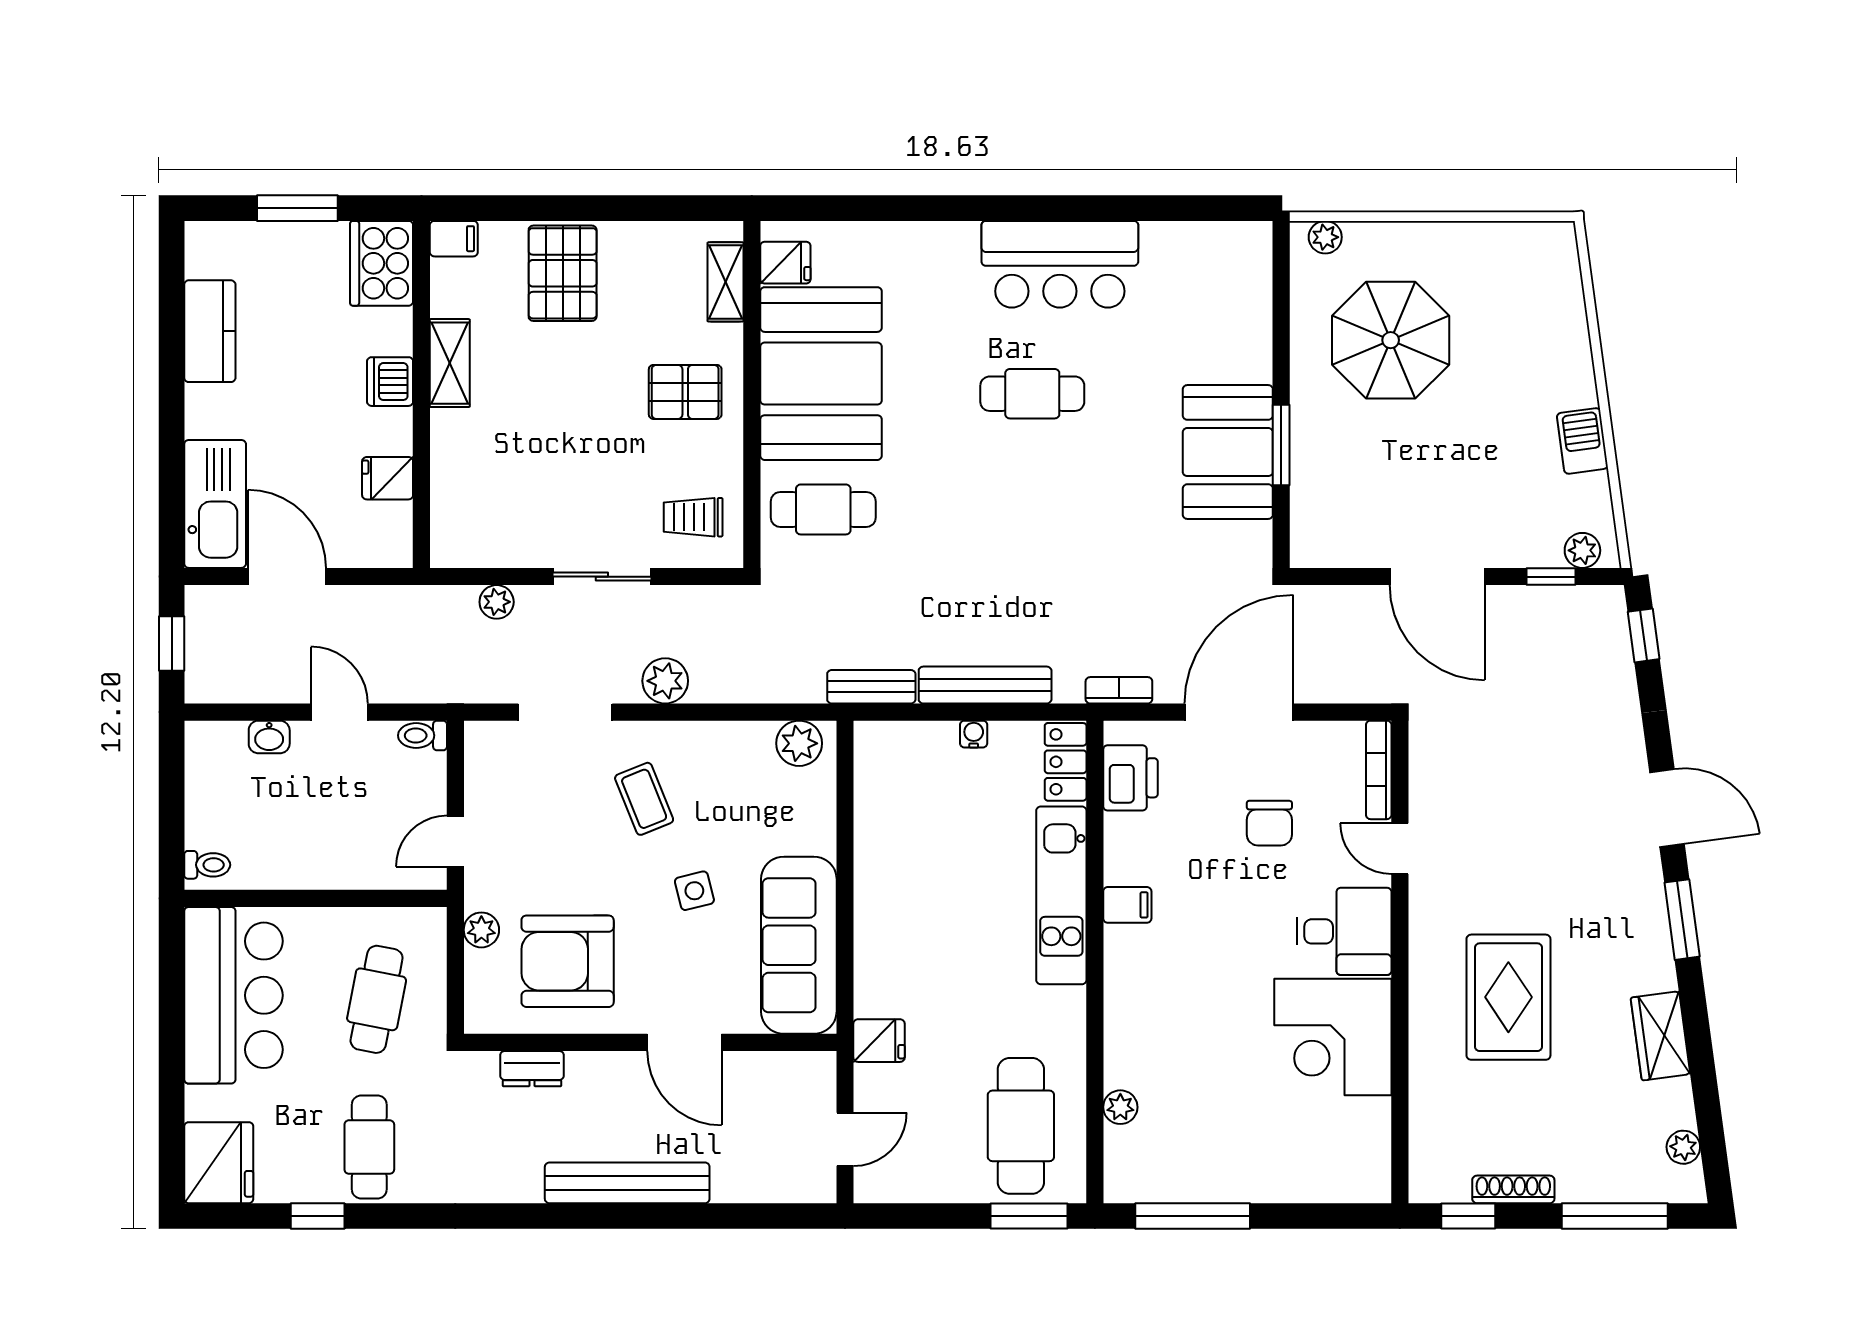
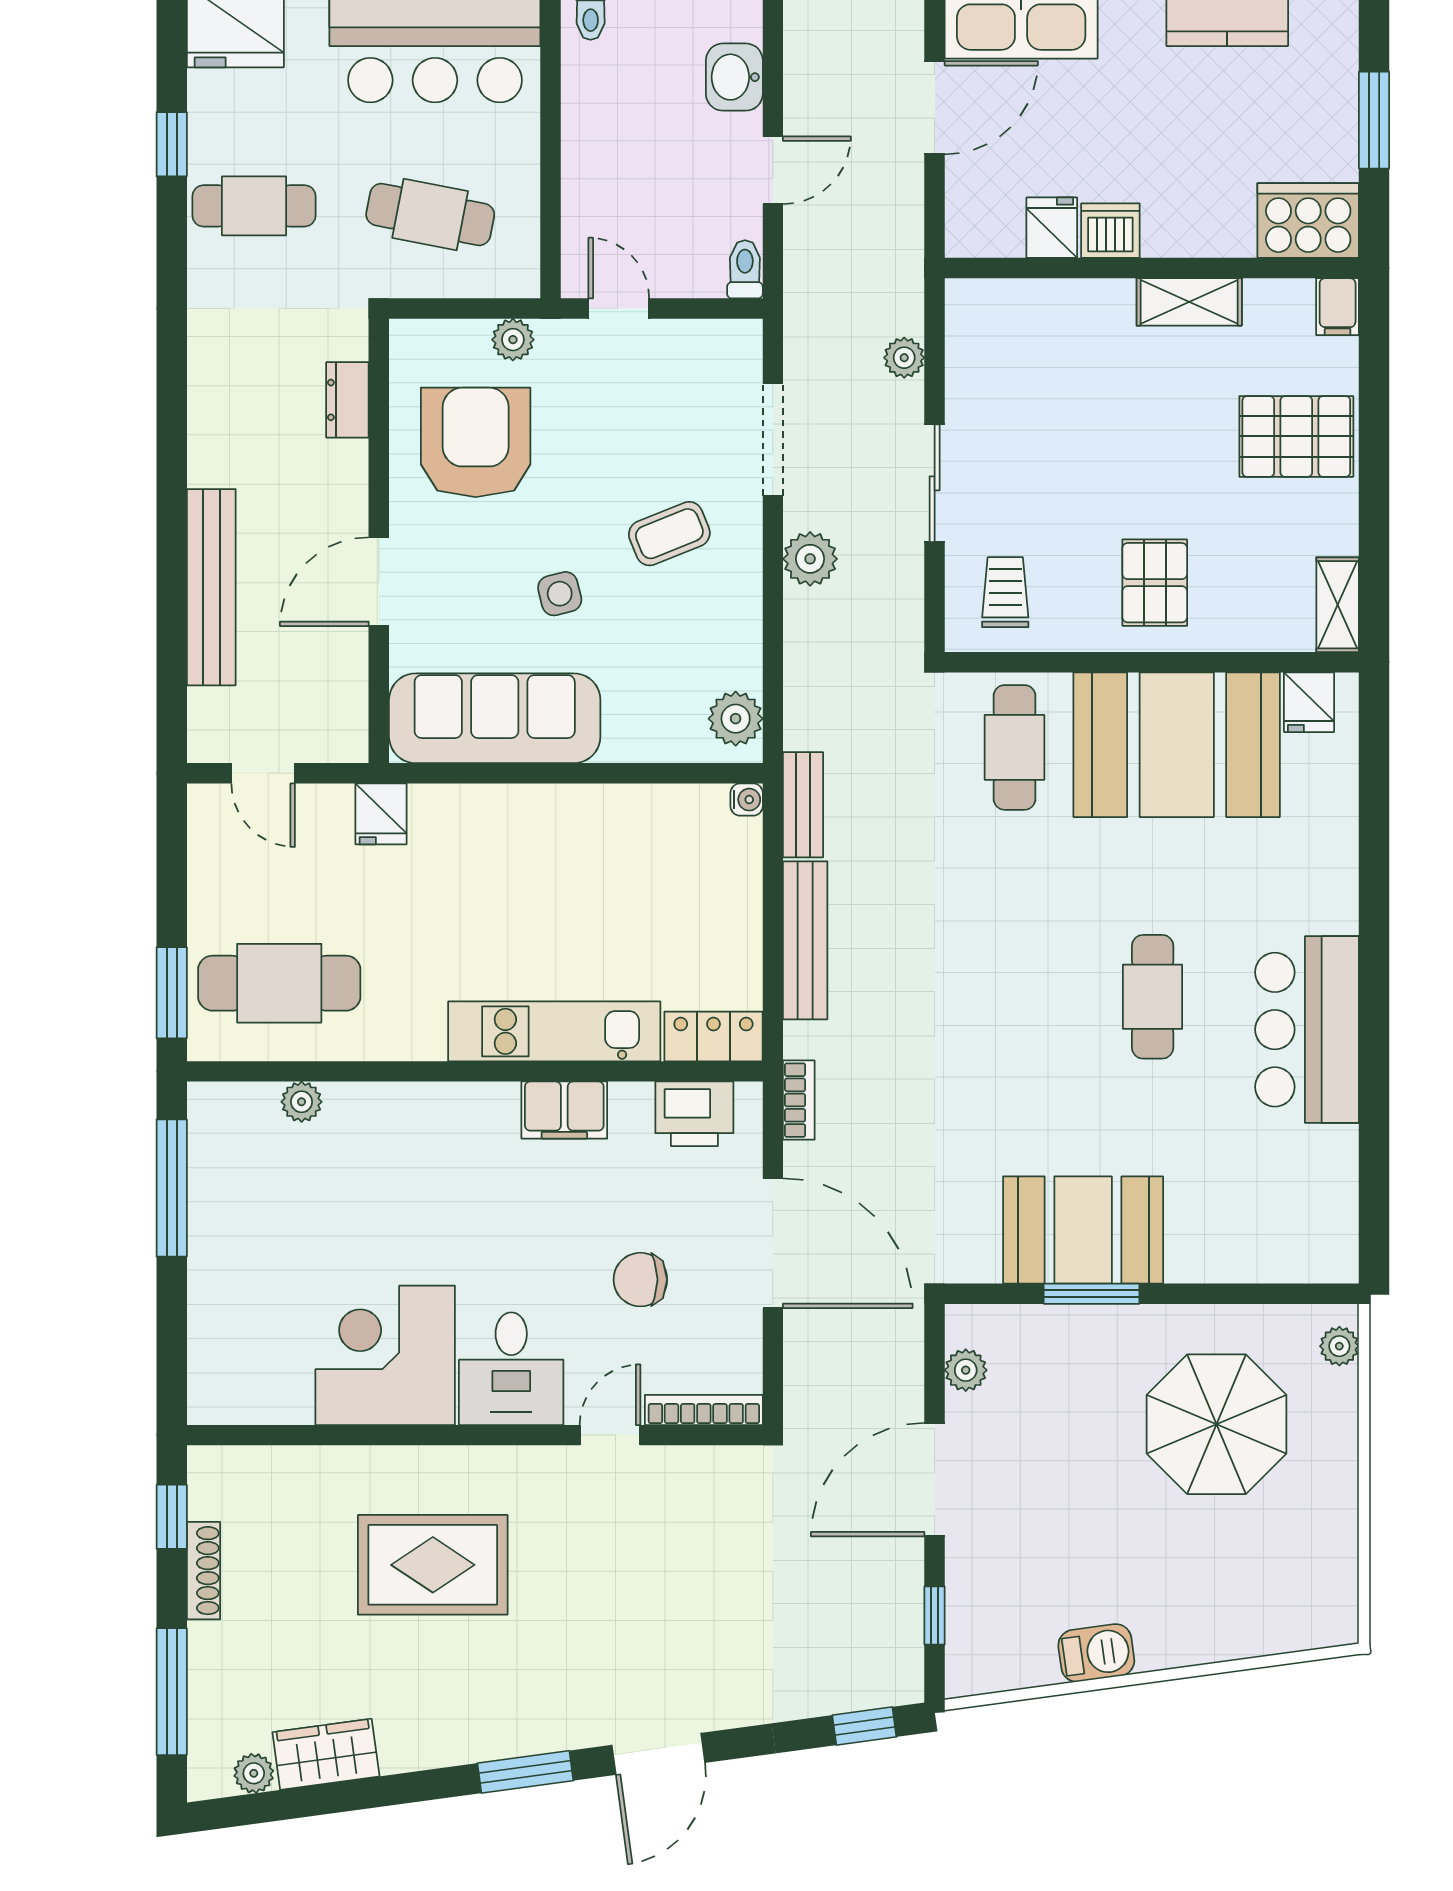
shelving: (725, 282) -> (1338, 605), moved, turned 90
dishwasher: (390, 382) -> (1110, 231), moved
plant: (1582, 550) -> (966, 1370), moved
water cooler: (974, 734) -> (747, 800), moved
washbasin: (269, 737) -> (734, 77), width x1.38, depth x1.45
filing cabinet: (1127, 905) -> (564, 1110), width x2.00
wardrobe: (1660, 1036) -> (326, 1754), moved
bench: (627, 1183) -> (211, 587), moved

